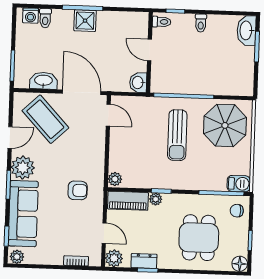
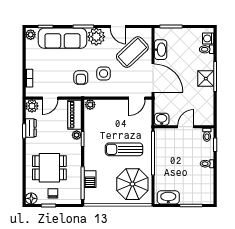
washbasin: (246, 30) -> (168, 197), moved
door: (82, 92) -> (153, 78), hinge flipped
side table: (73, 159) -> (104, 73), added
barbecue: (239, 184) -> (90, 179), moved
chair: (237, 211) -> (53, 193), moved

